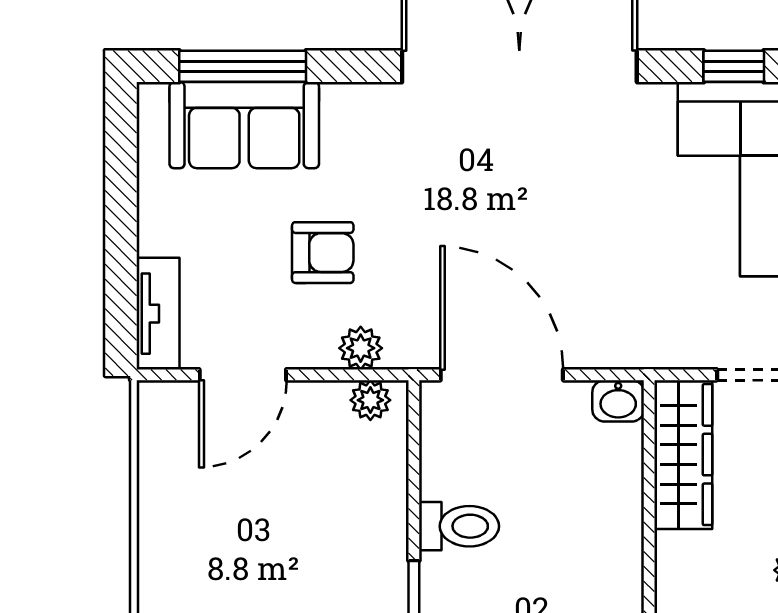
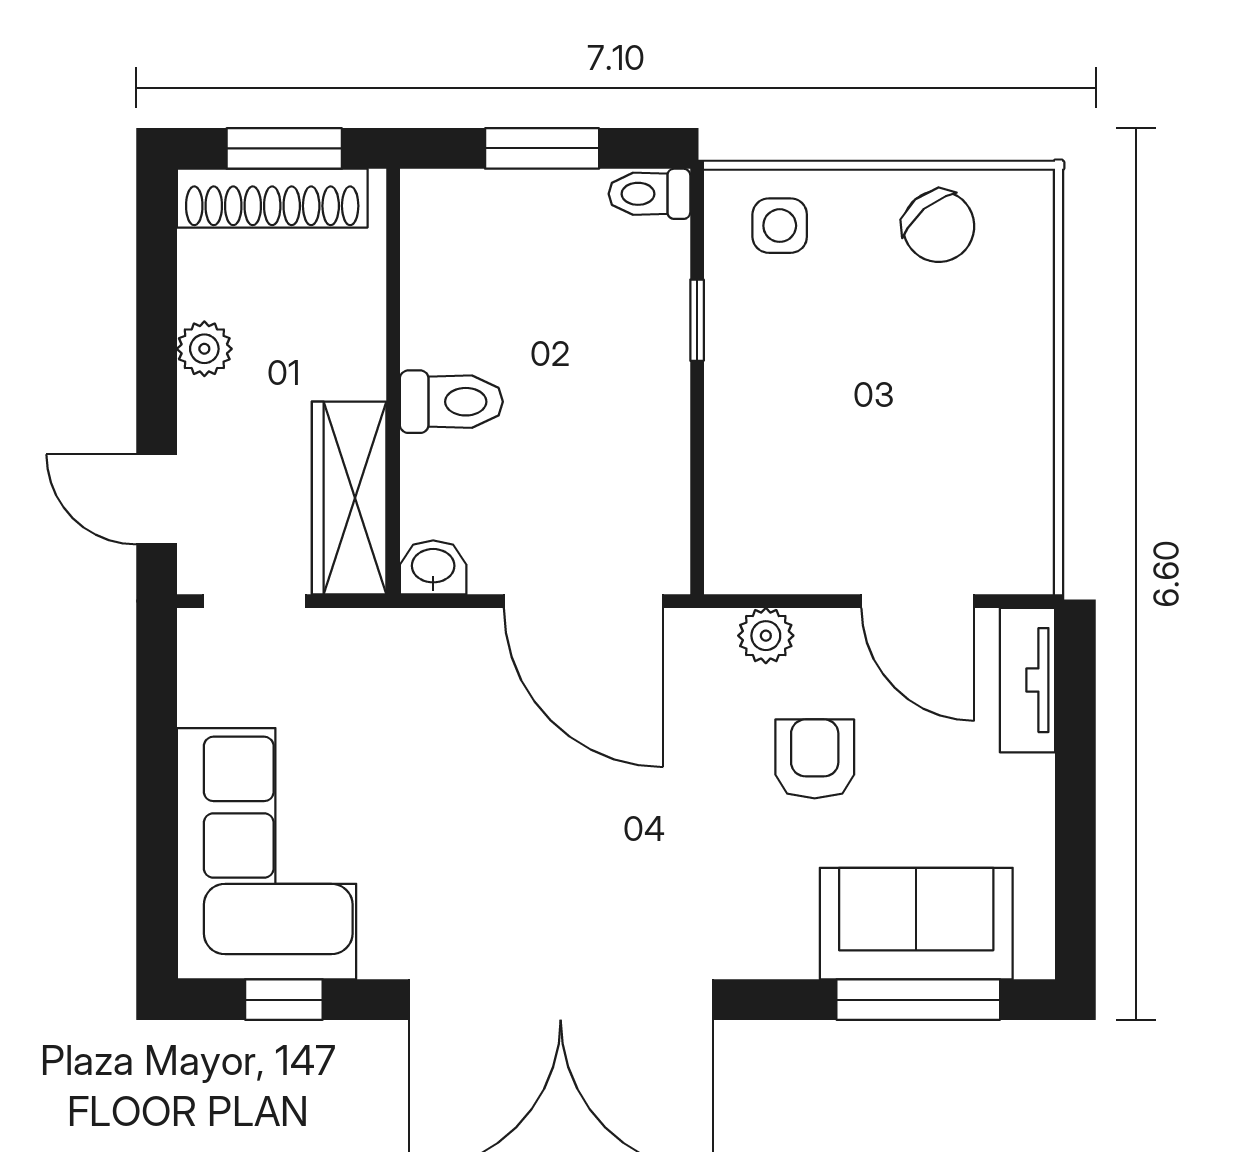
armchair: (323, 253) -> (815, 759), turned 90
door: (243, 375) -> (918, 601), swing flipped
plant: (370, 400) -> (753, 568), removed
toilet: (459, 526) -> (451, 402), moved, turned 180

